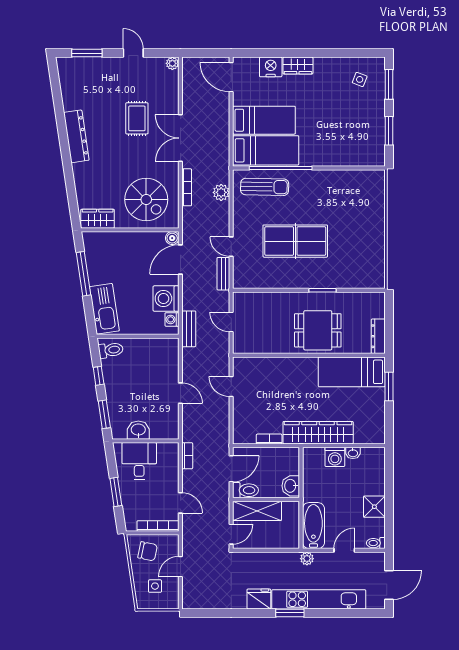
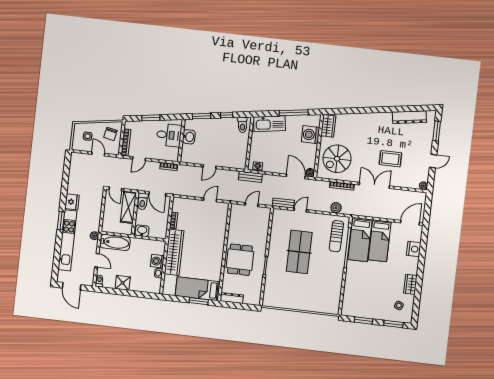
wardrobe: (298, 66) -> (410, 284), moved
dresser: (76, 136) -> (409, 117), moved
washing machine: (166, 299) -> (310, 135), moved, turned -90
bed: (352, 372) -> (198, 289), moved, turned -90

